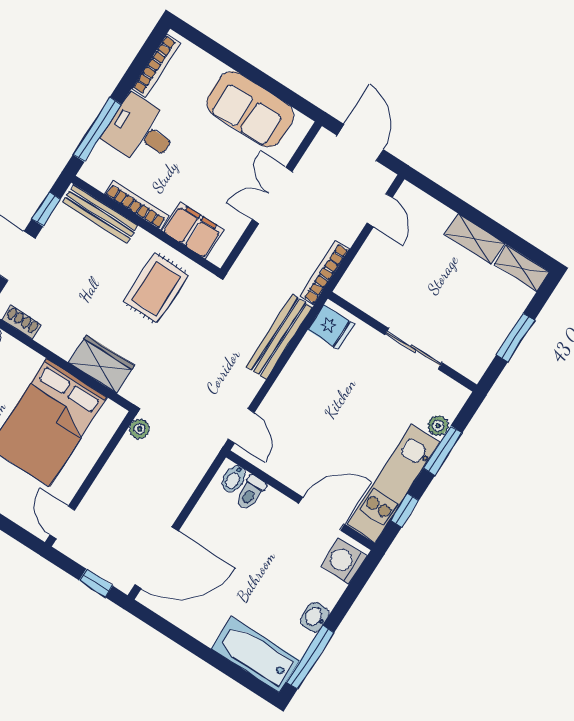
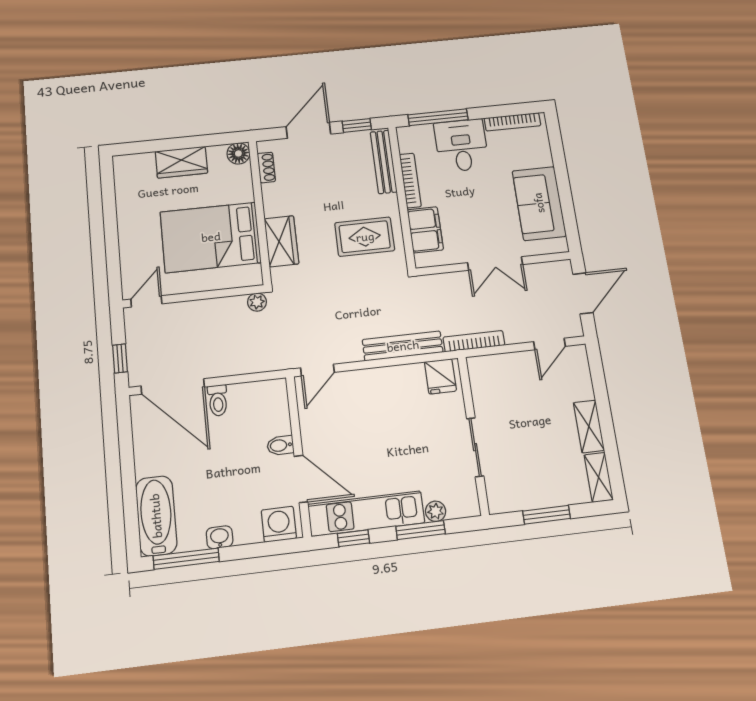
double door: (272, 195) -> (495, 264), swing flipped
bidet: (234, 479) -> (280, 445), moved
toilet: (251, 493) -> (218, 400), moved, turned -90

